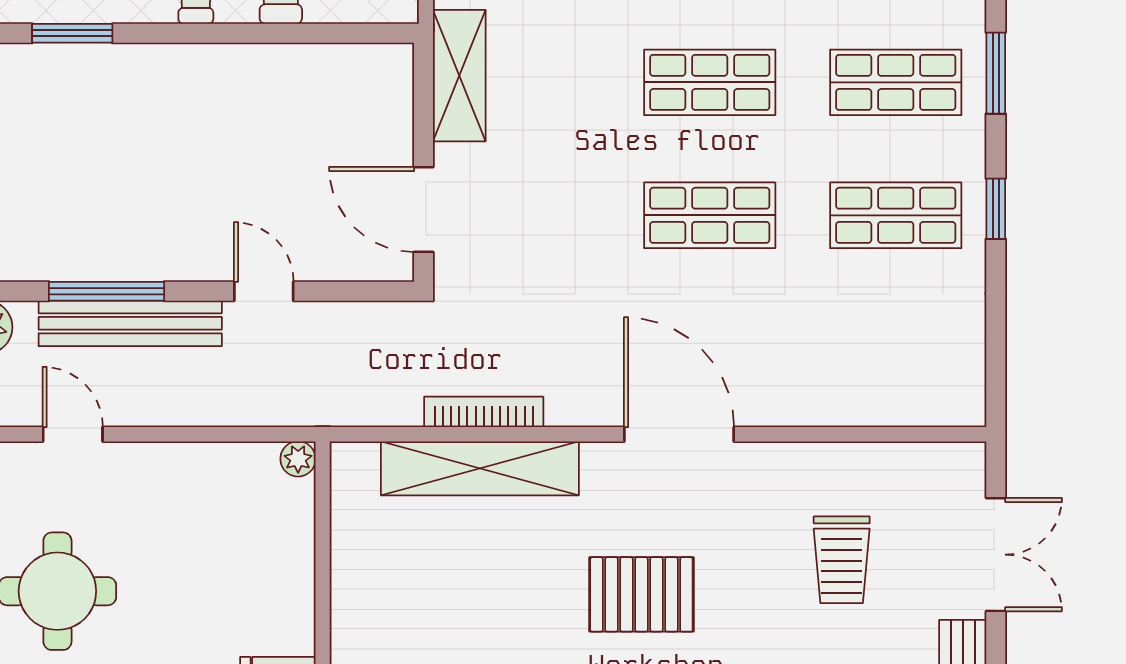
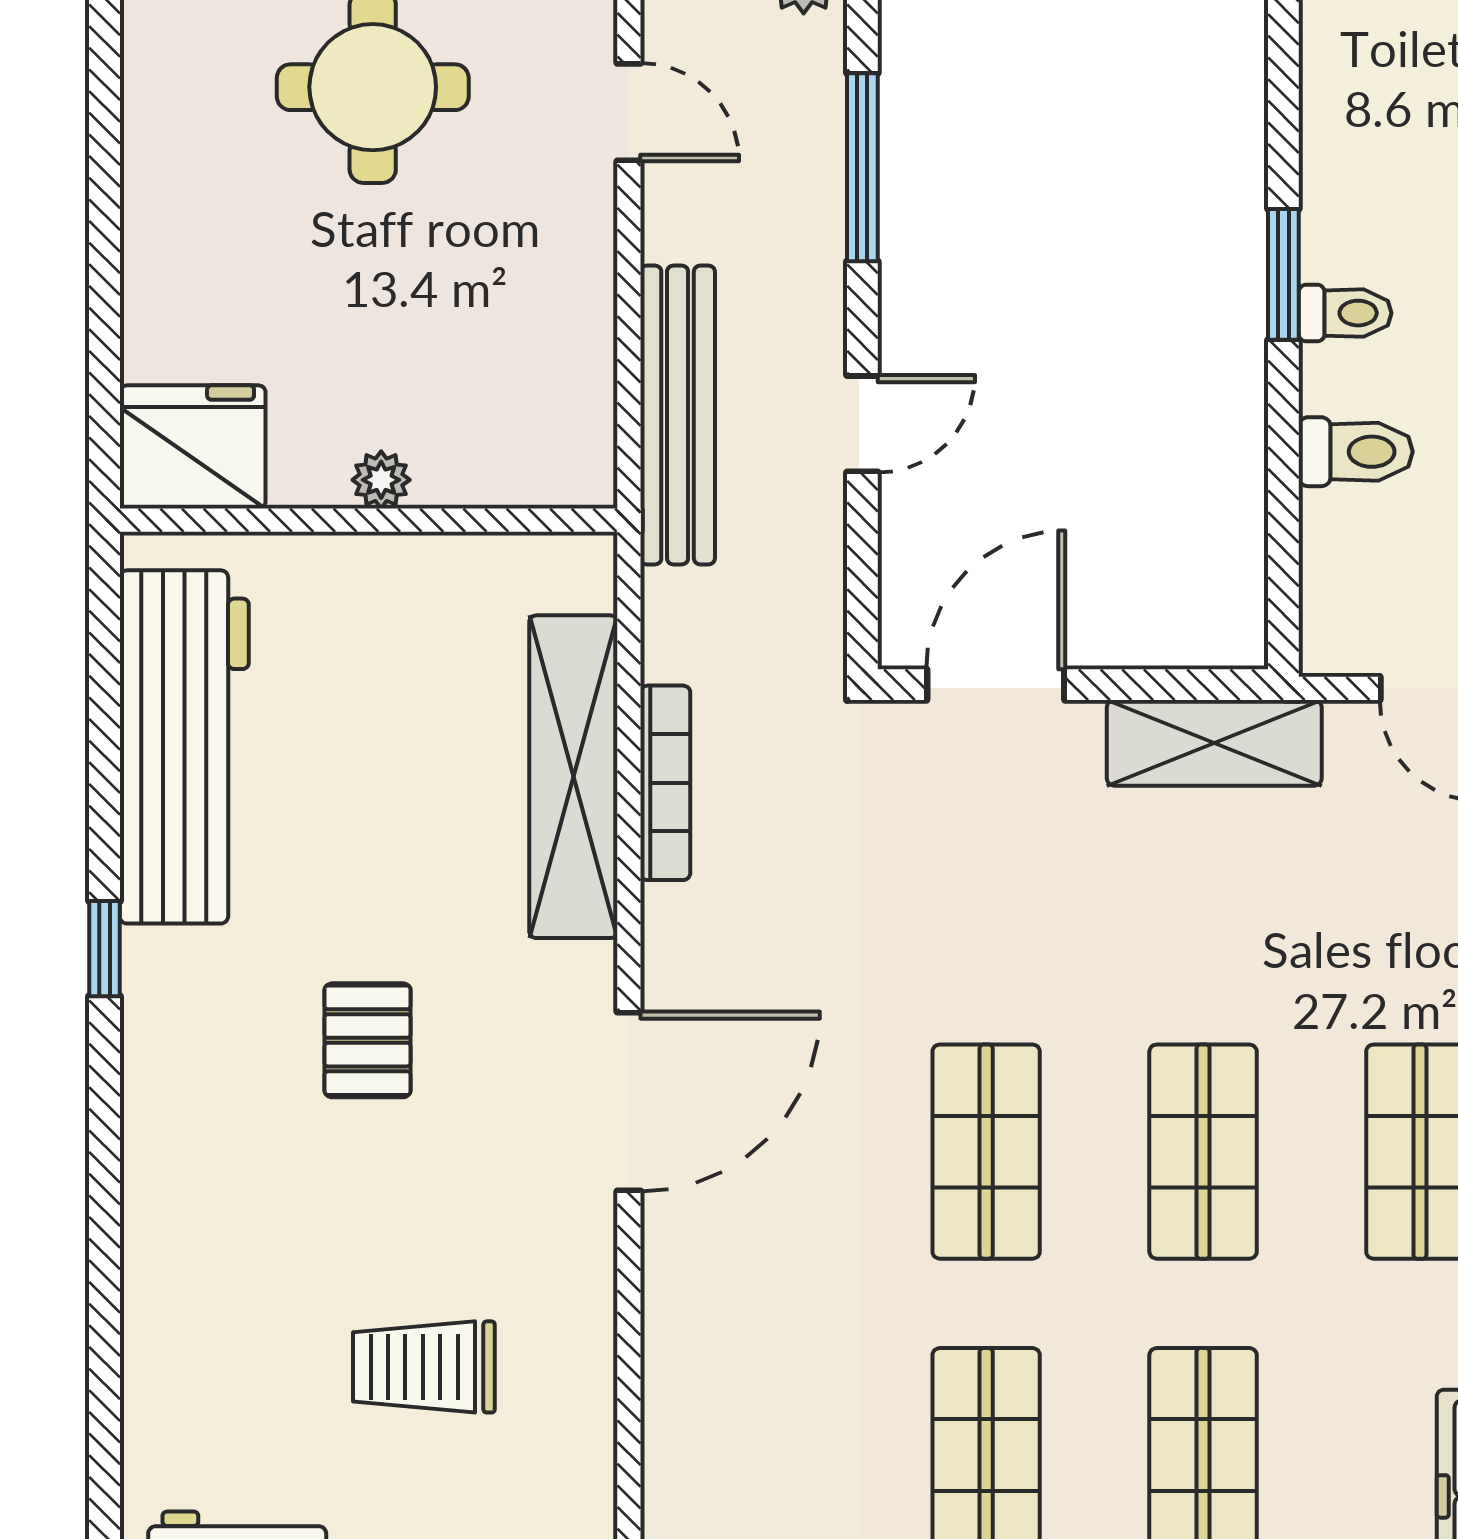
window: (72, 33) -> (1283, 274), moved
bench: (130, 323) -> (678, 415), moved
door: (73, 434) -> (629, 112), hinge flipped
plant: (298, 459) -> (381, 480), moved
pallet: (641, 594) -> (368, 1040), width x0.67, depth x0.71

